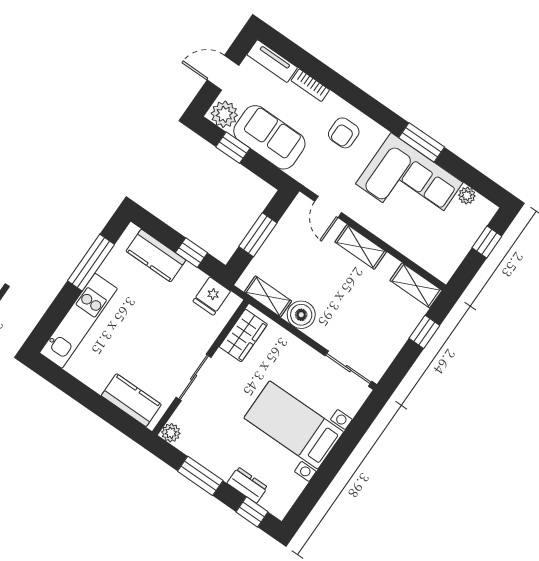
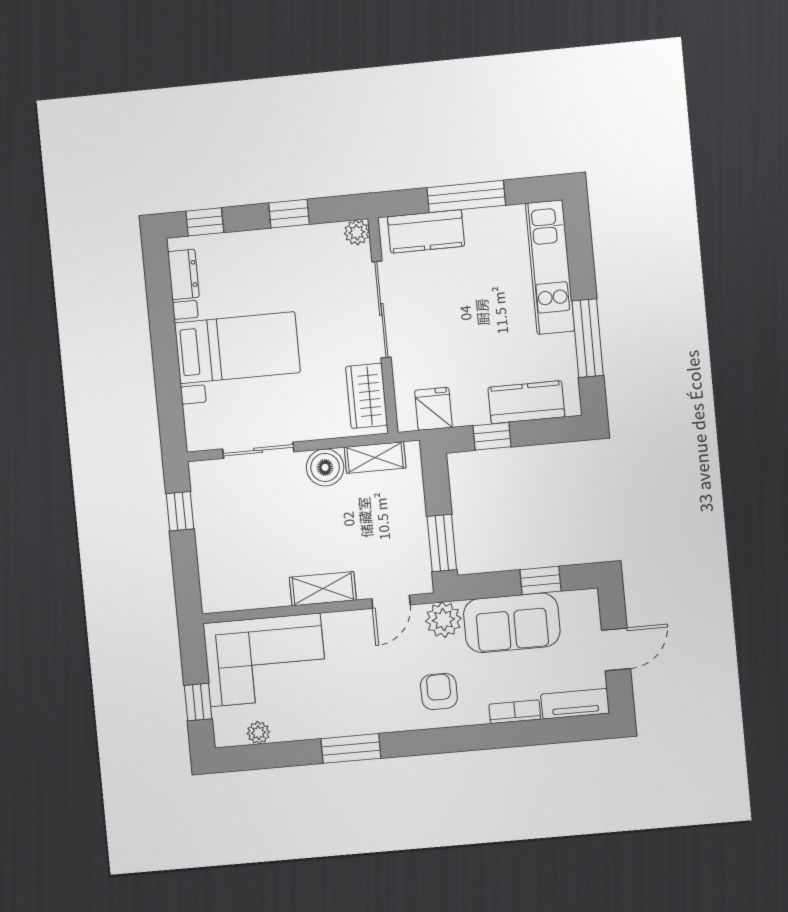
plant: (224, 114) -> (443, 620), moved
corner sofa: (409, 183) -> (265, 660), moved, turned 180
door: (328, 207) -> (391, 602), swing flipped
window: (258, 235) -> (442, 543), moved
shelving: (416, 285) -> (233, 597), removed
window: (424, 332) -> (180, 511), moved
sliding door: (348, 369) -> (258, 450), moved
sliding door: (194, 377) -> (381, 310), width x1.37
window: (92, 401) -> (466, 196), added
window: (200, 476) -> (289, 214), width x0.67
dresser: (247, 485) -> (183, 274), moved, turned -90

